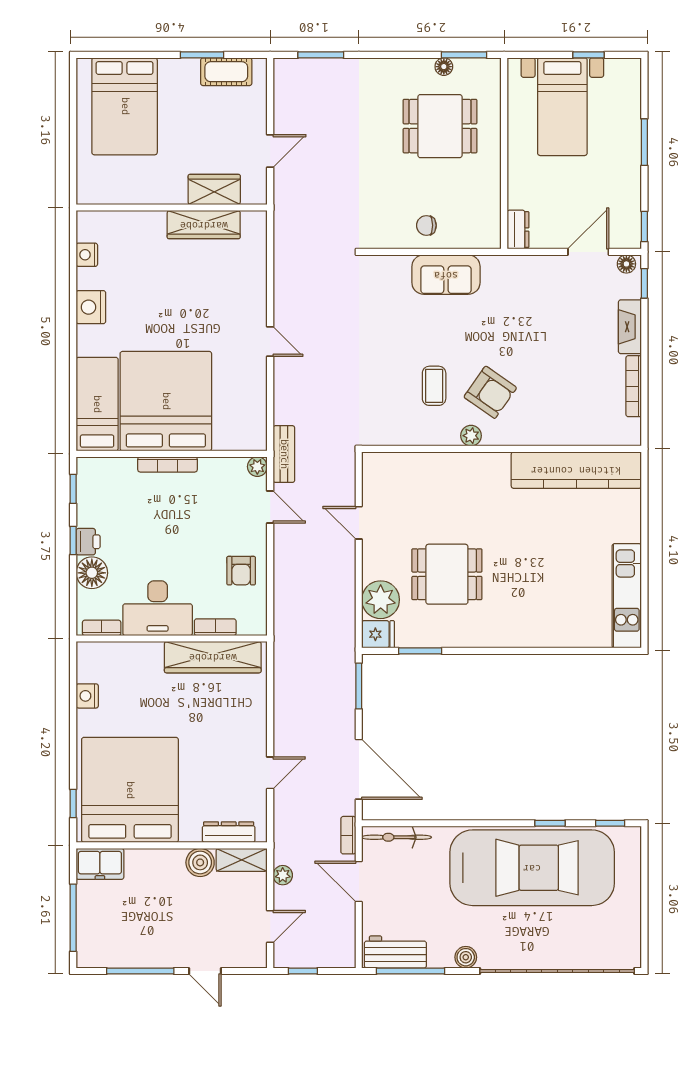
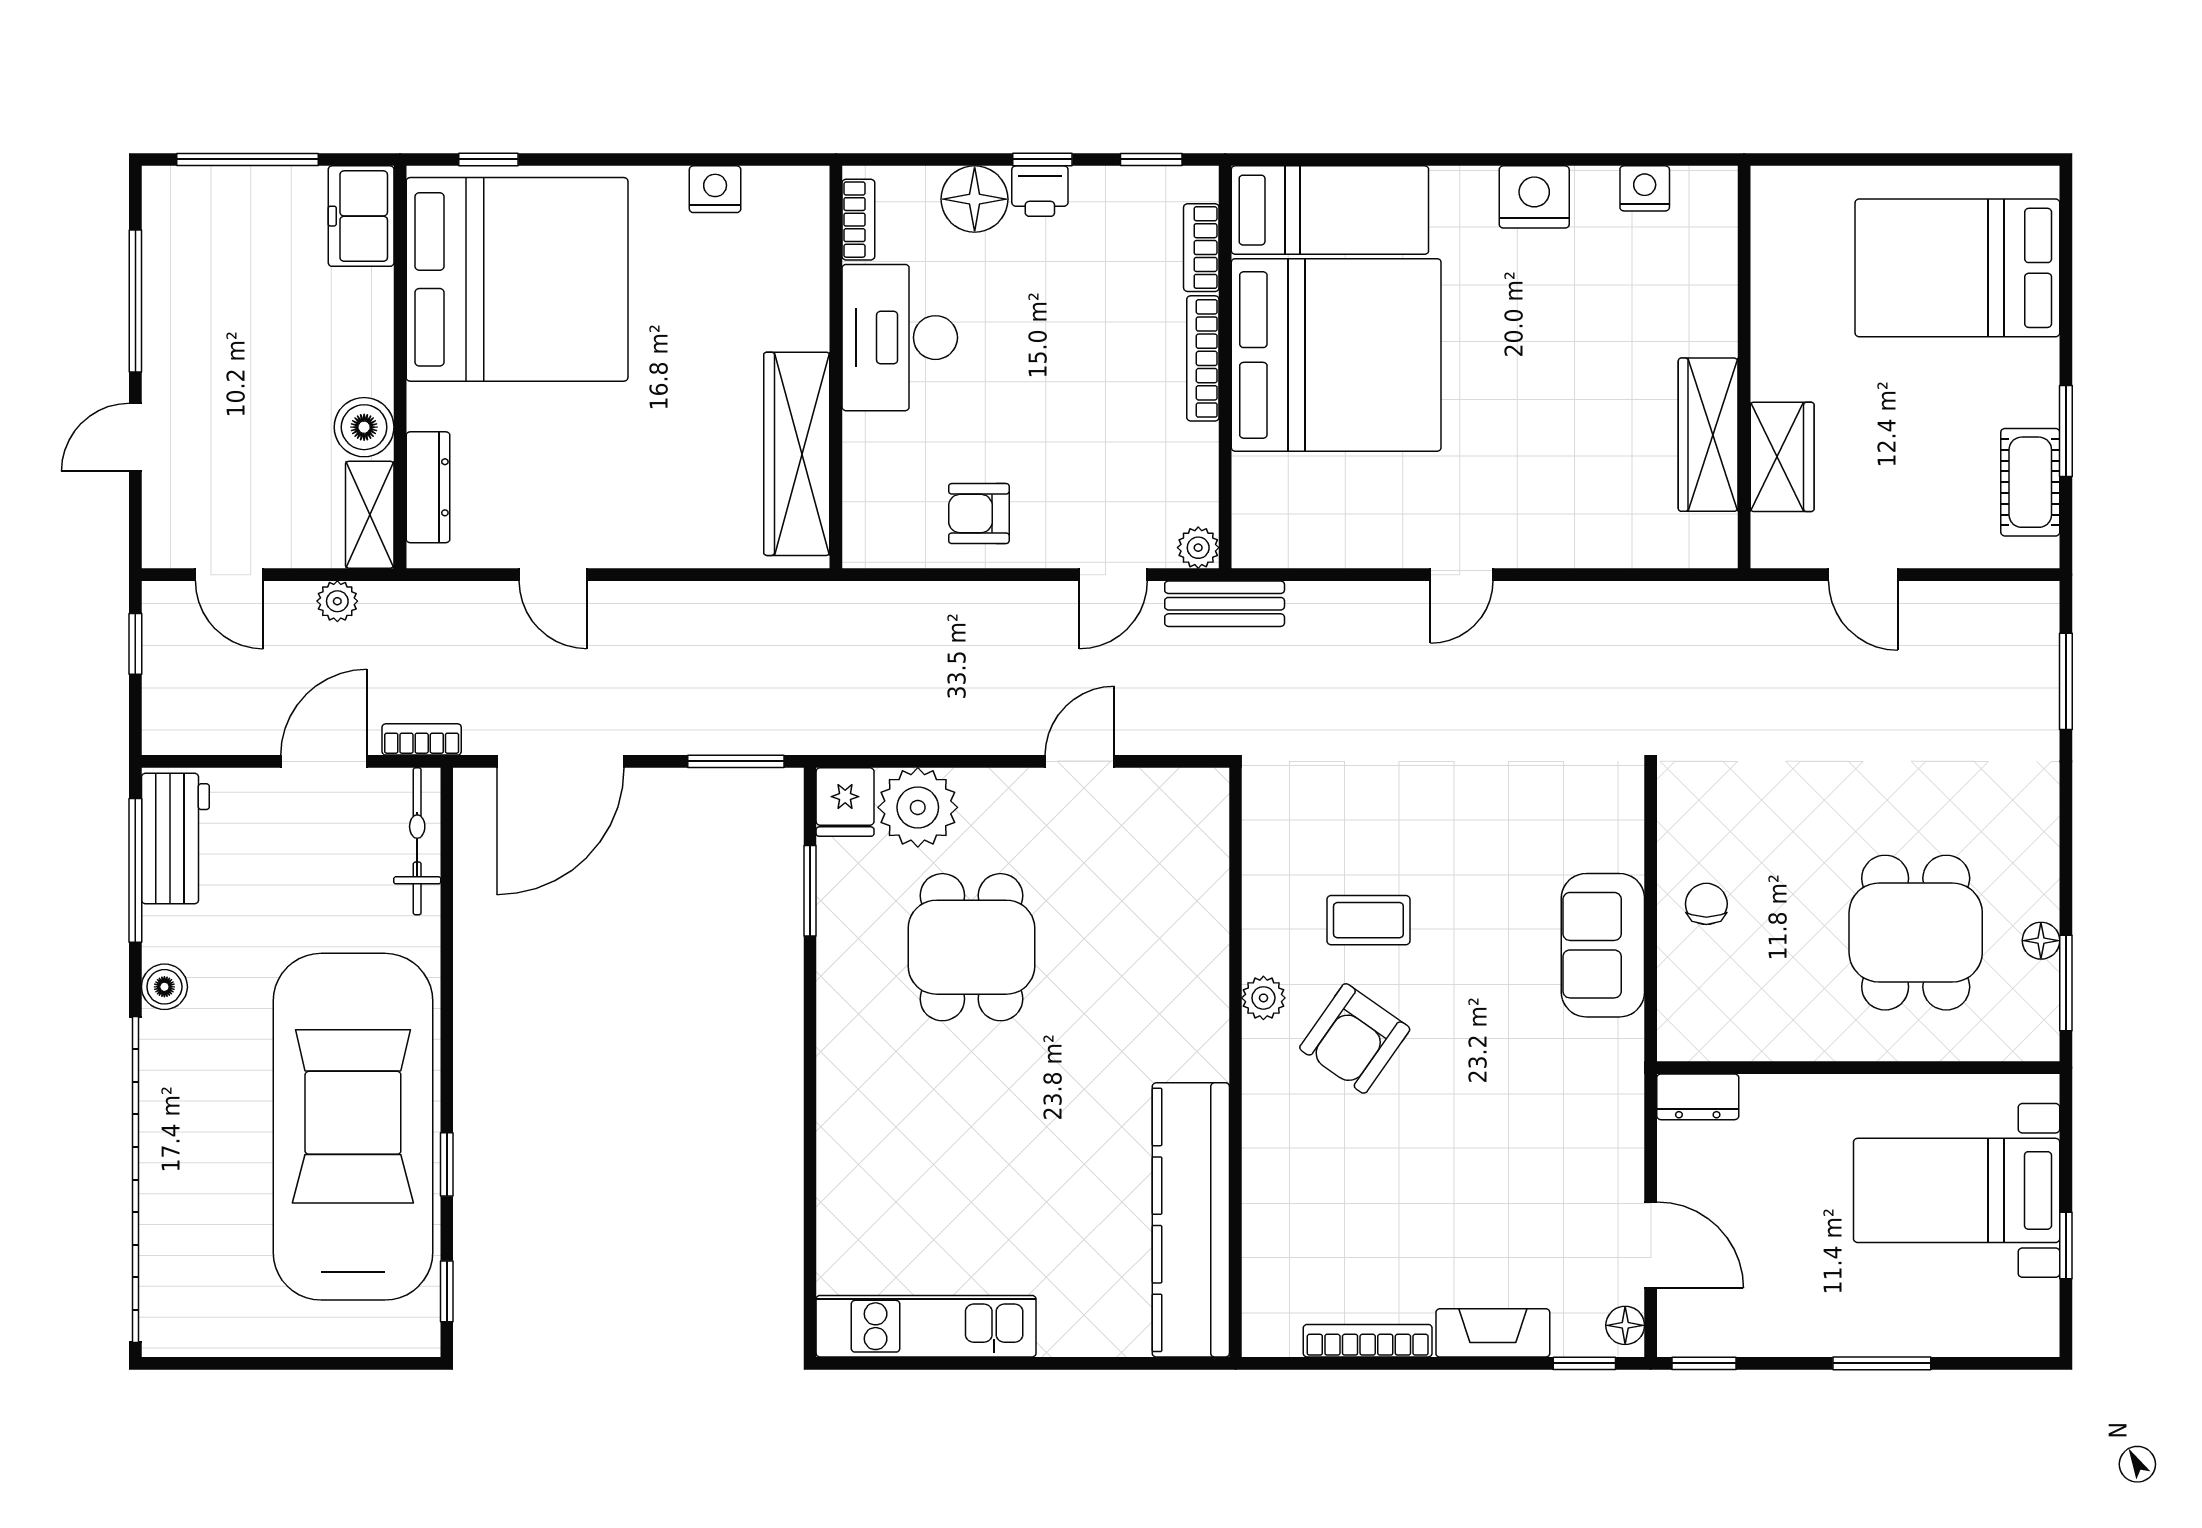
bookcase: (215, 627) -> (1201, 248), moved, turned 180
car: (532, 868) -> (353, 1127), turned 180

